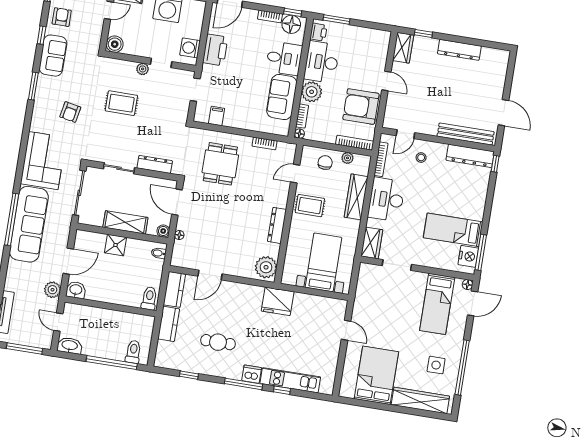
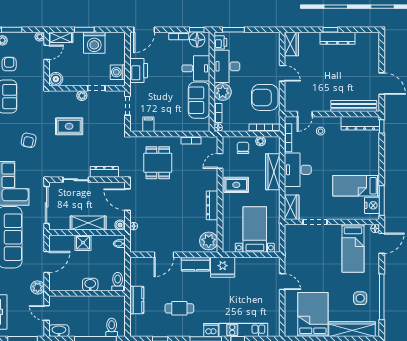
window: (423, 34) -> (330, 30), moved
kitchen counter: (174, 289) -> (196, 264), moved, turned 90
washbasin: (76, 290) -> (90, 285), moved

